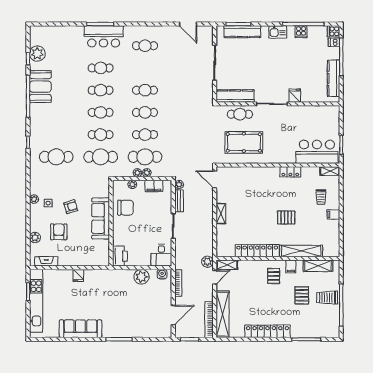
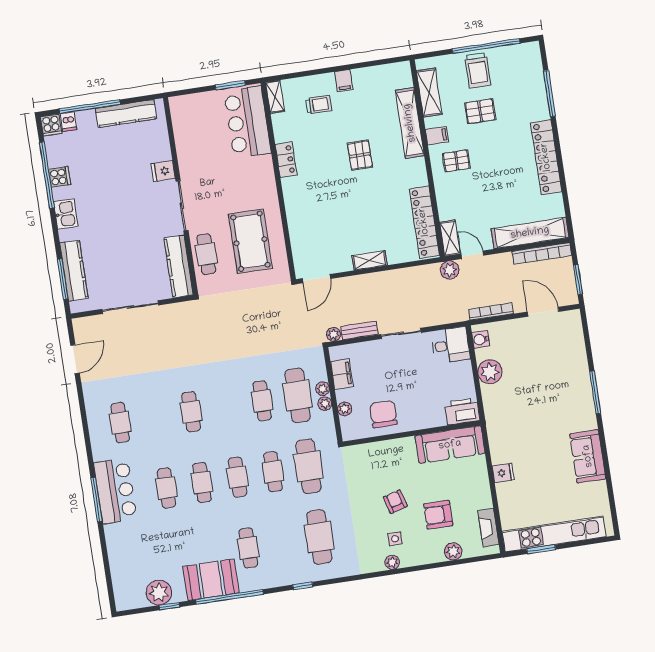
cafe table: (145, 112) -> (248, 548), moved
sofa: (101, 218) -> (450, 445), moved
locker: (257, 251) -> (424, 222), moved
sofa: (81, 329) -> (588, 456), width x0.73

